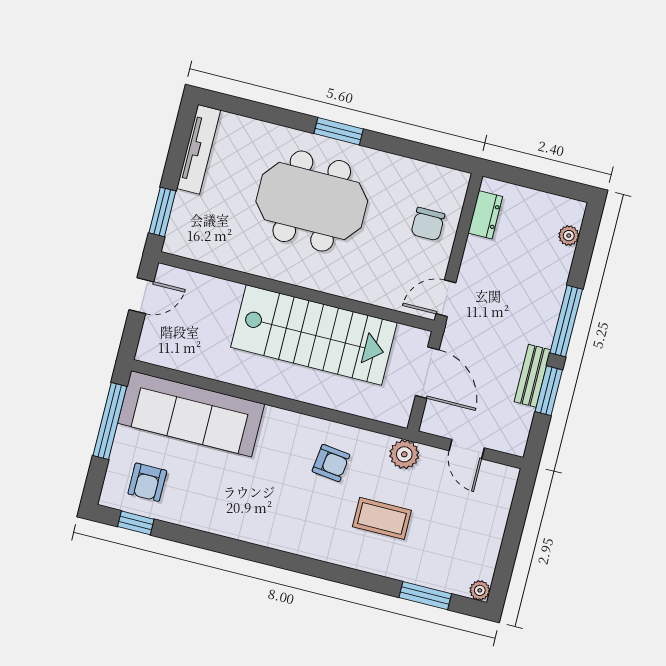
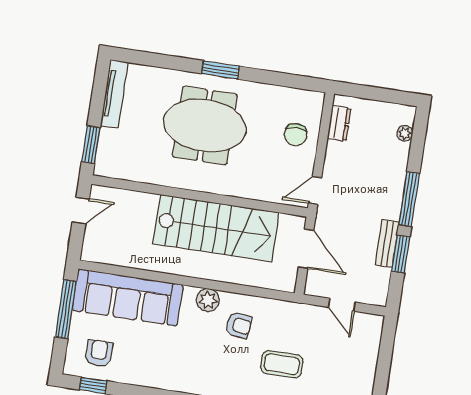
plant: (404, 454) -> (208, 300), moved
armchair: (147, 482) -> (99, 353), turned 180

